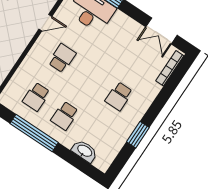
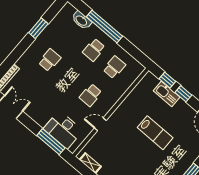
school desk: (65, 116) -> (94, 50), turned 180
window: (34, 133) -> (104, 26), moved

